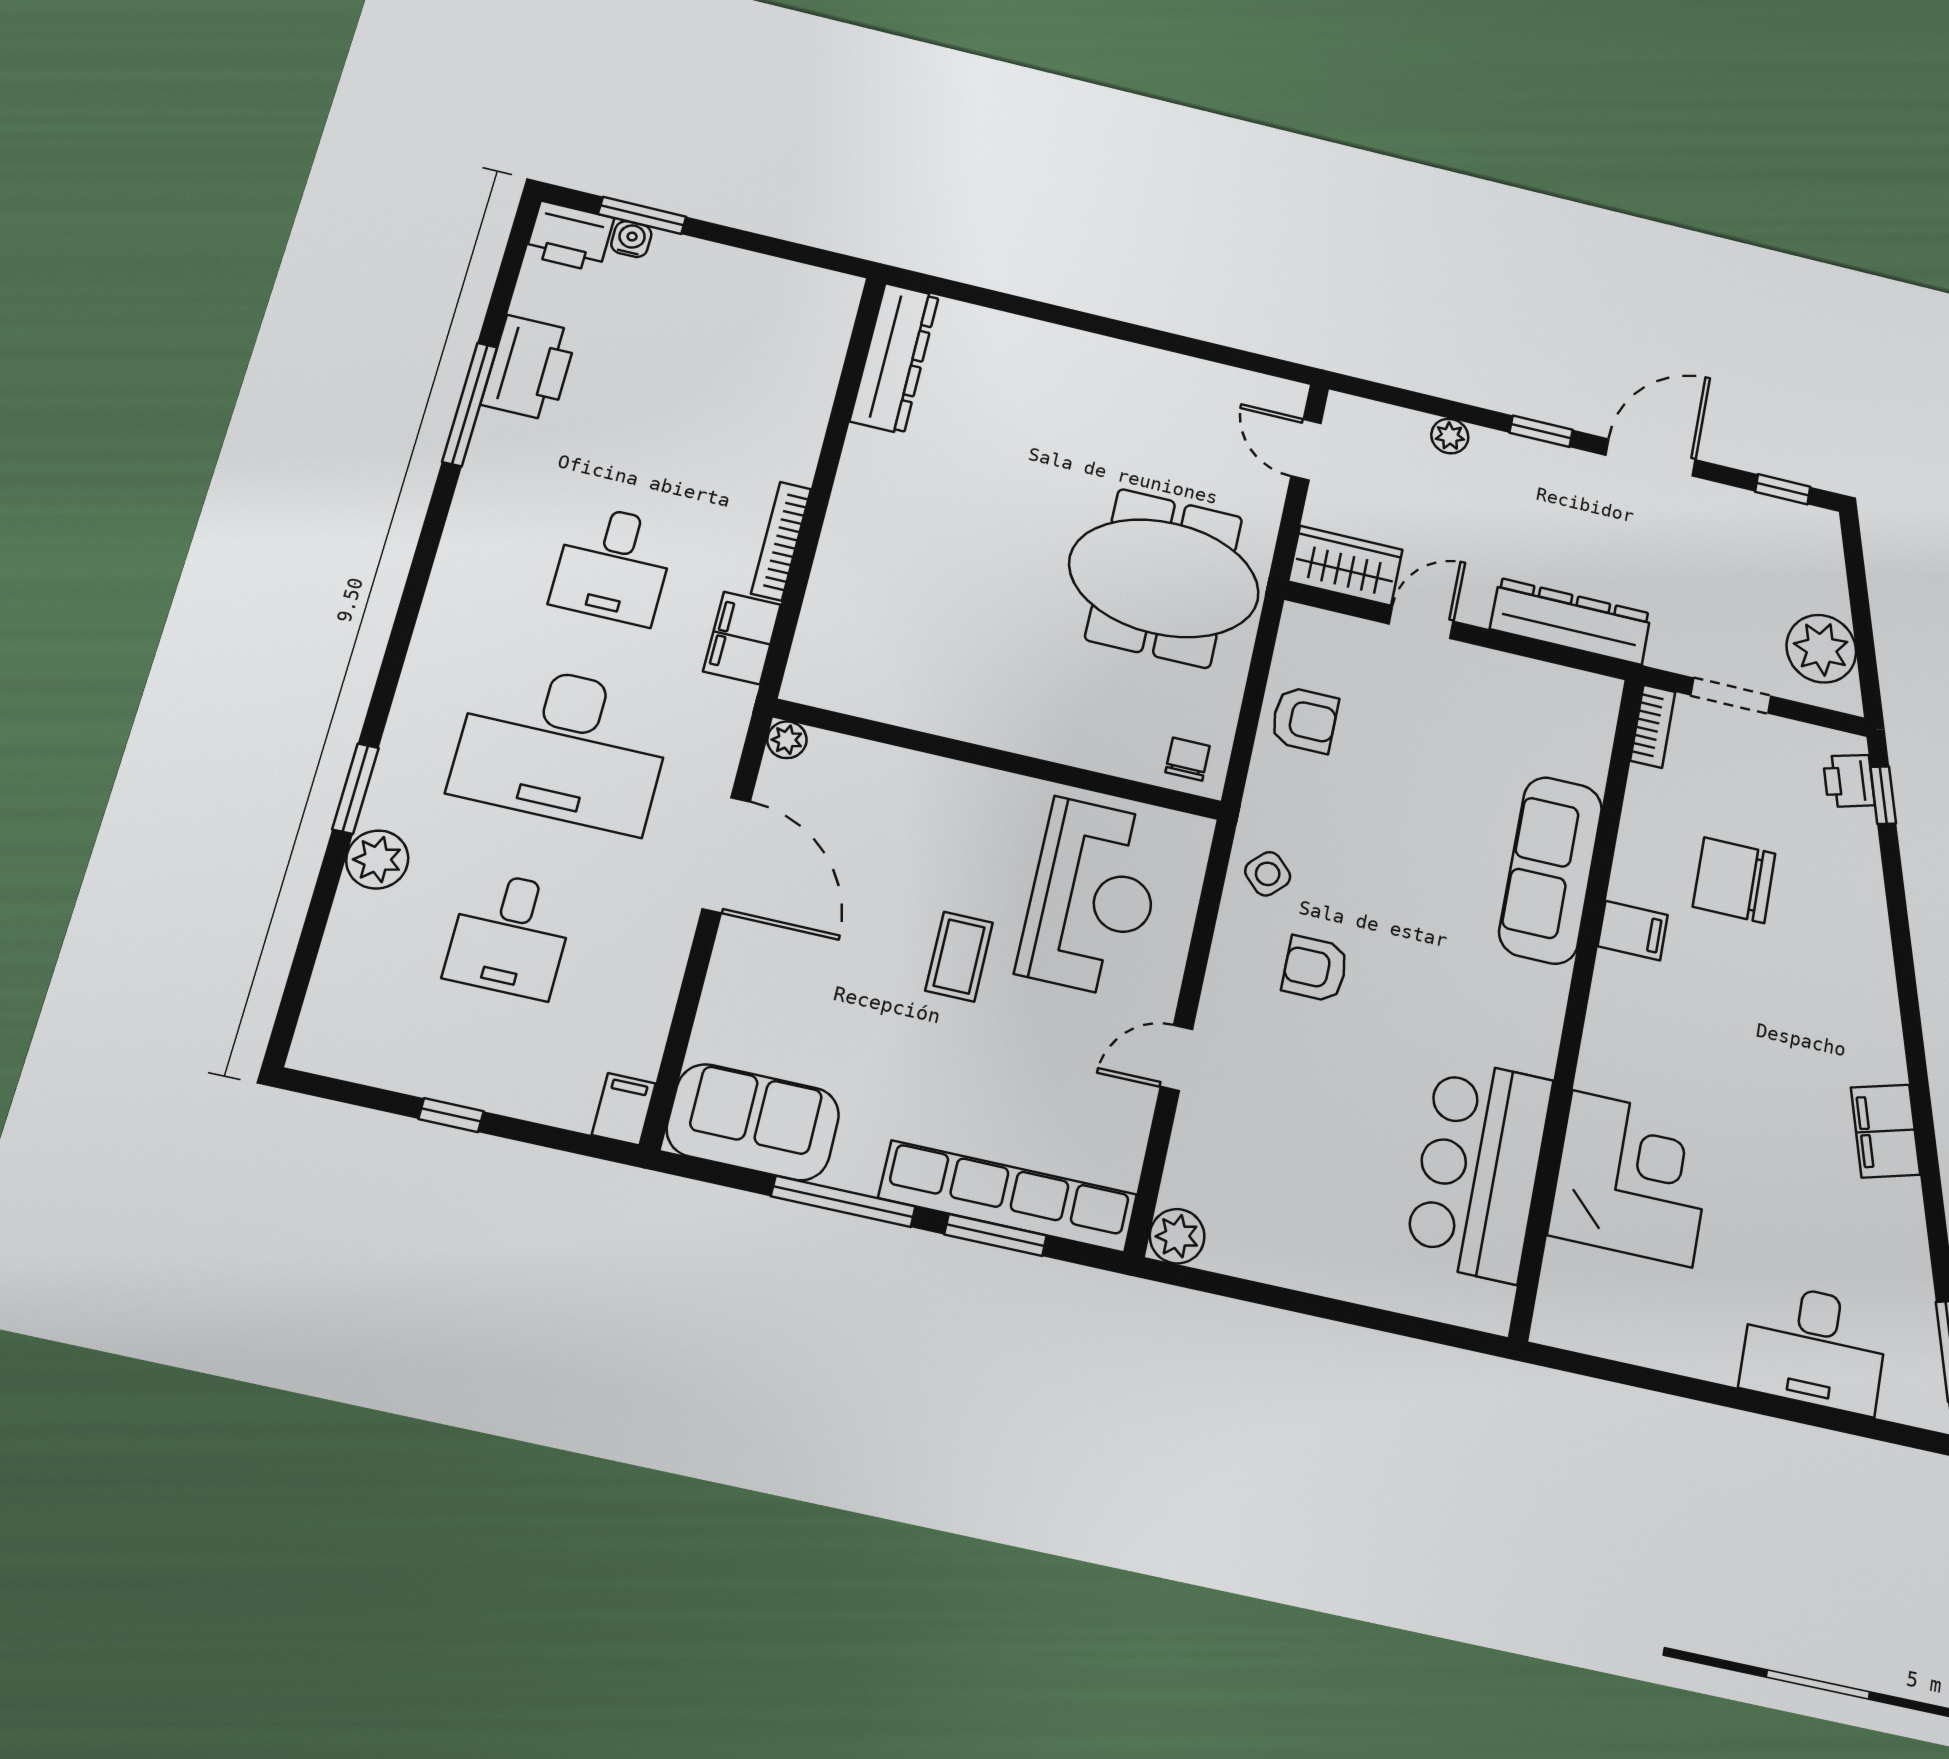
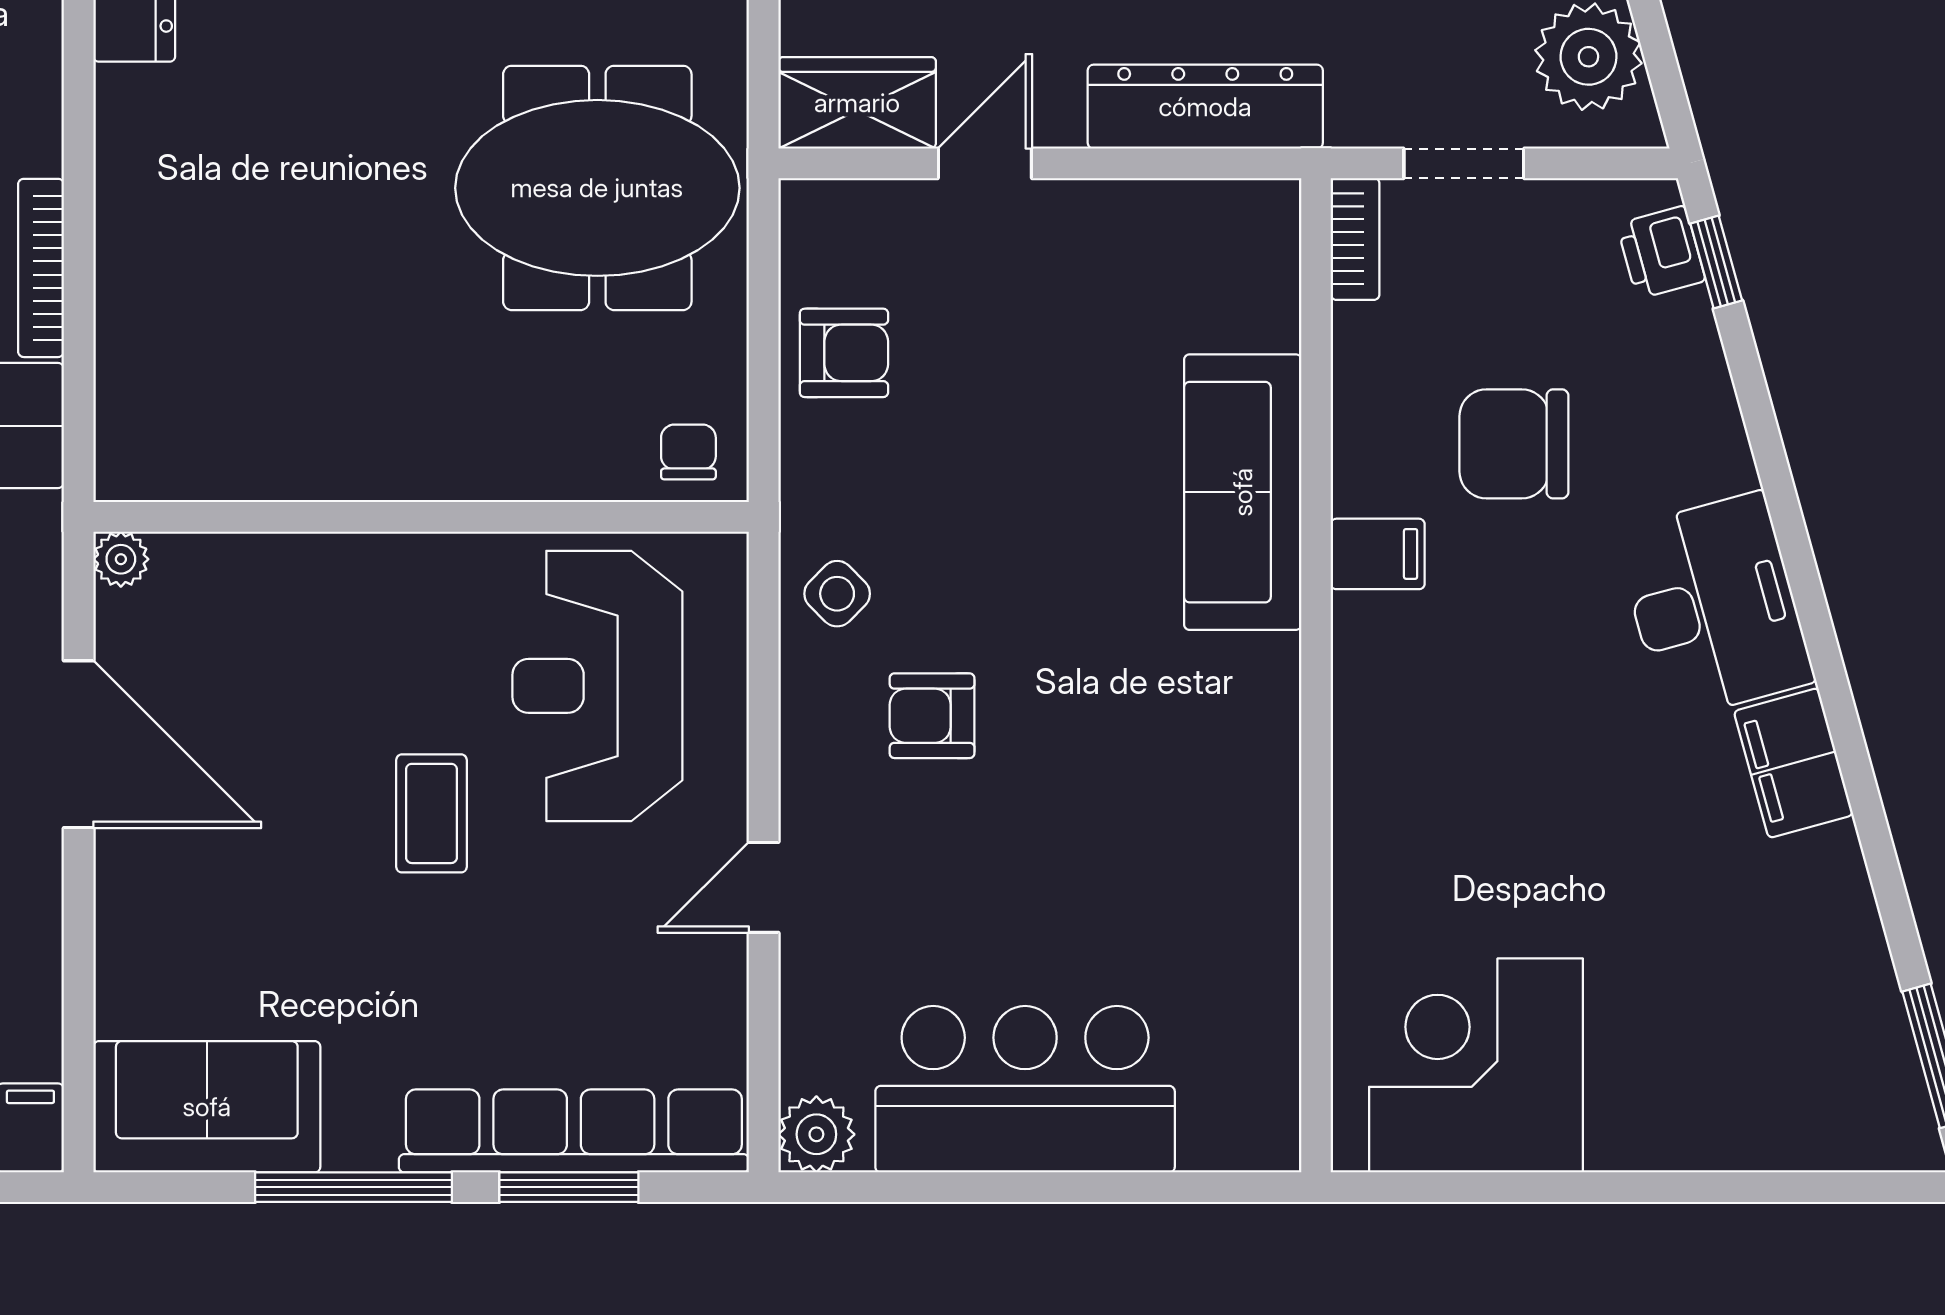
reception desk: (1092, 897) -> (597, 686), turned 180
bar counter: (1479, 1169) -> (1025, 1089), moved, turned 90
corner desk: (1632, 1178) -> (1476, 1065), moved, turned -90
desk: (1814, 1348) -> (1714, 606), moved, turned -105

